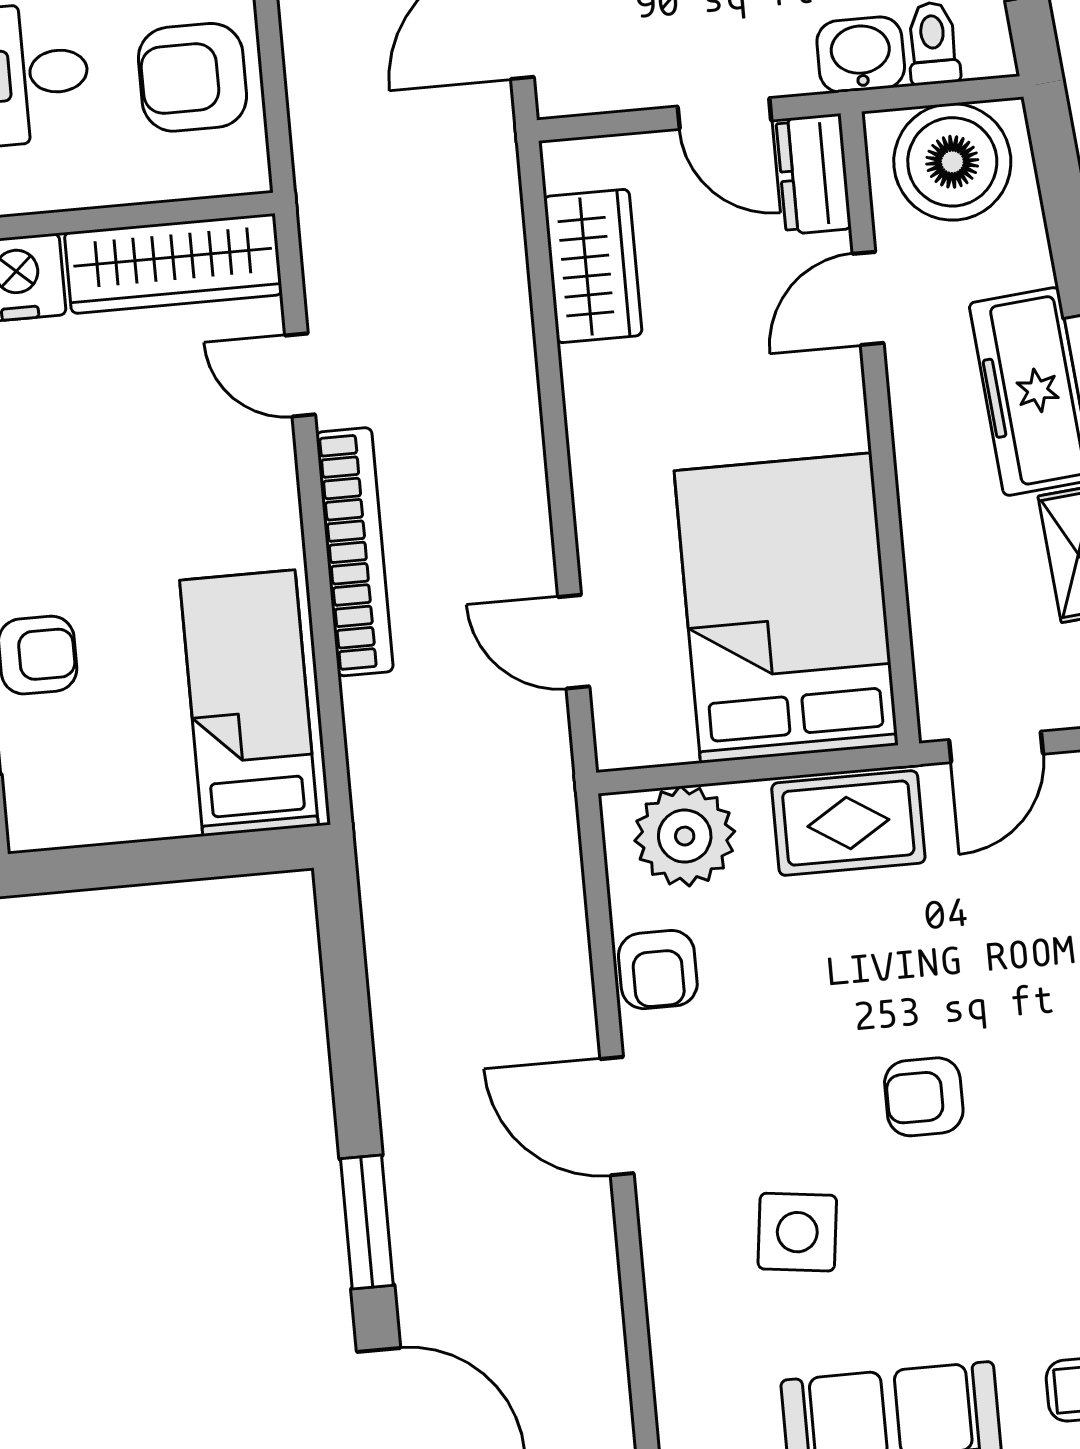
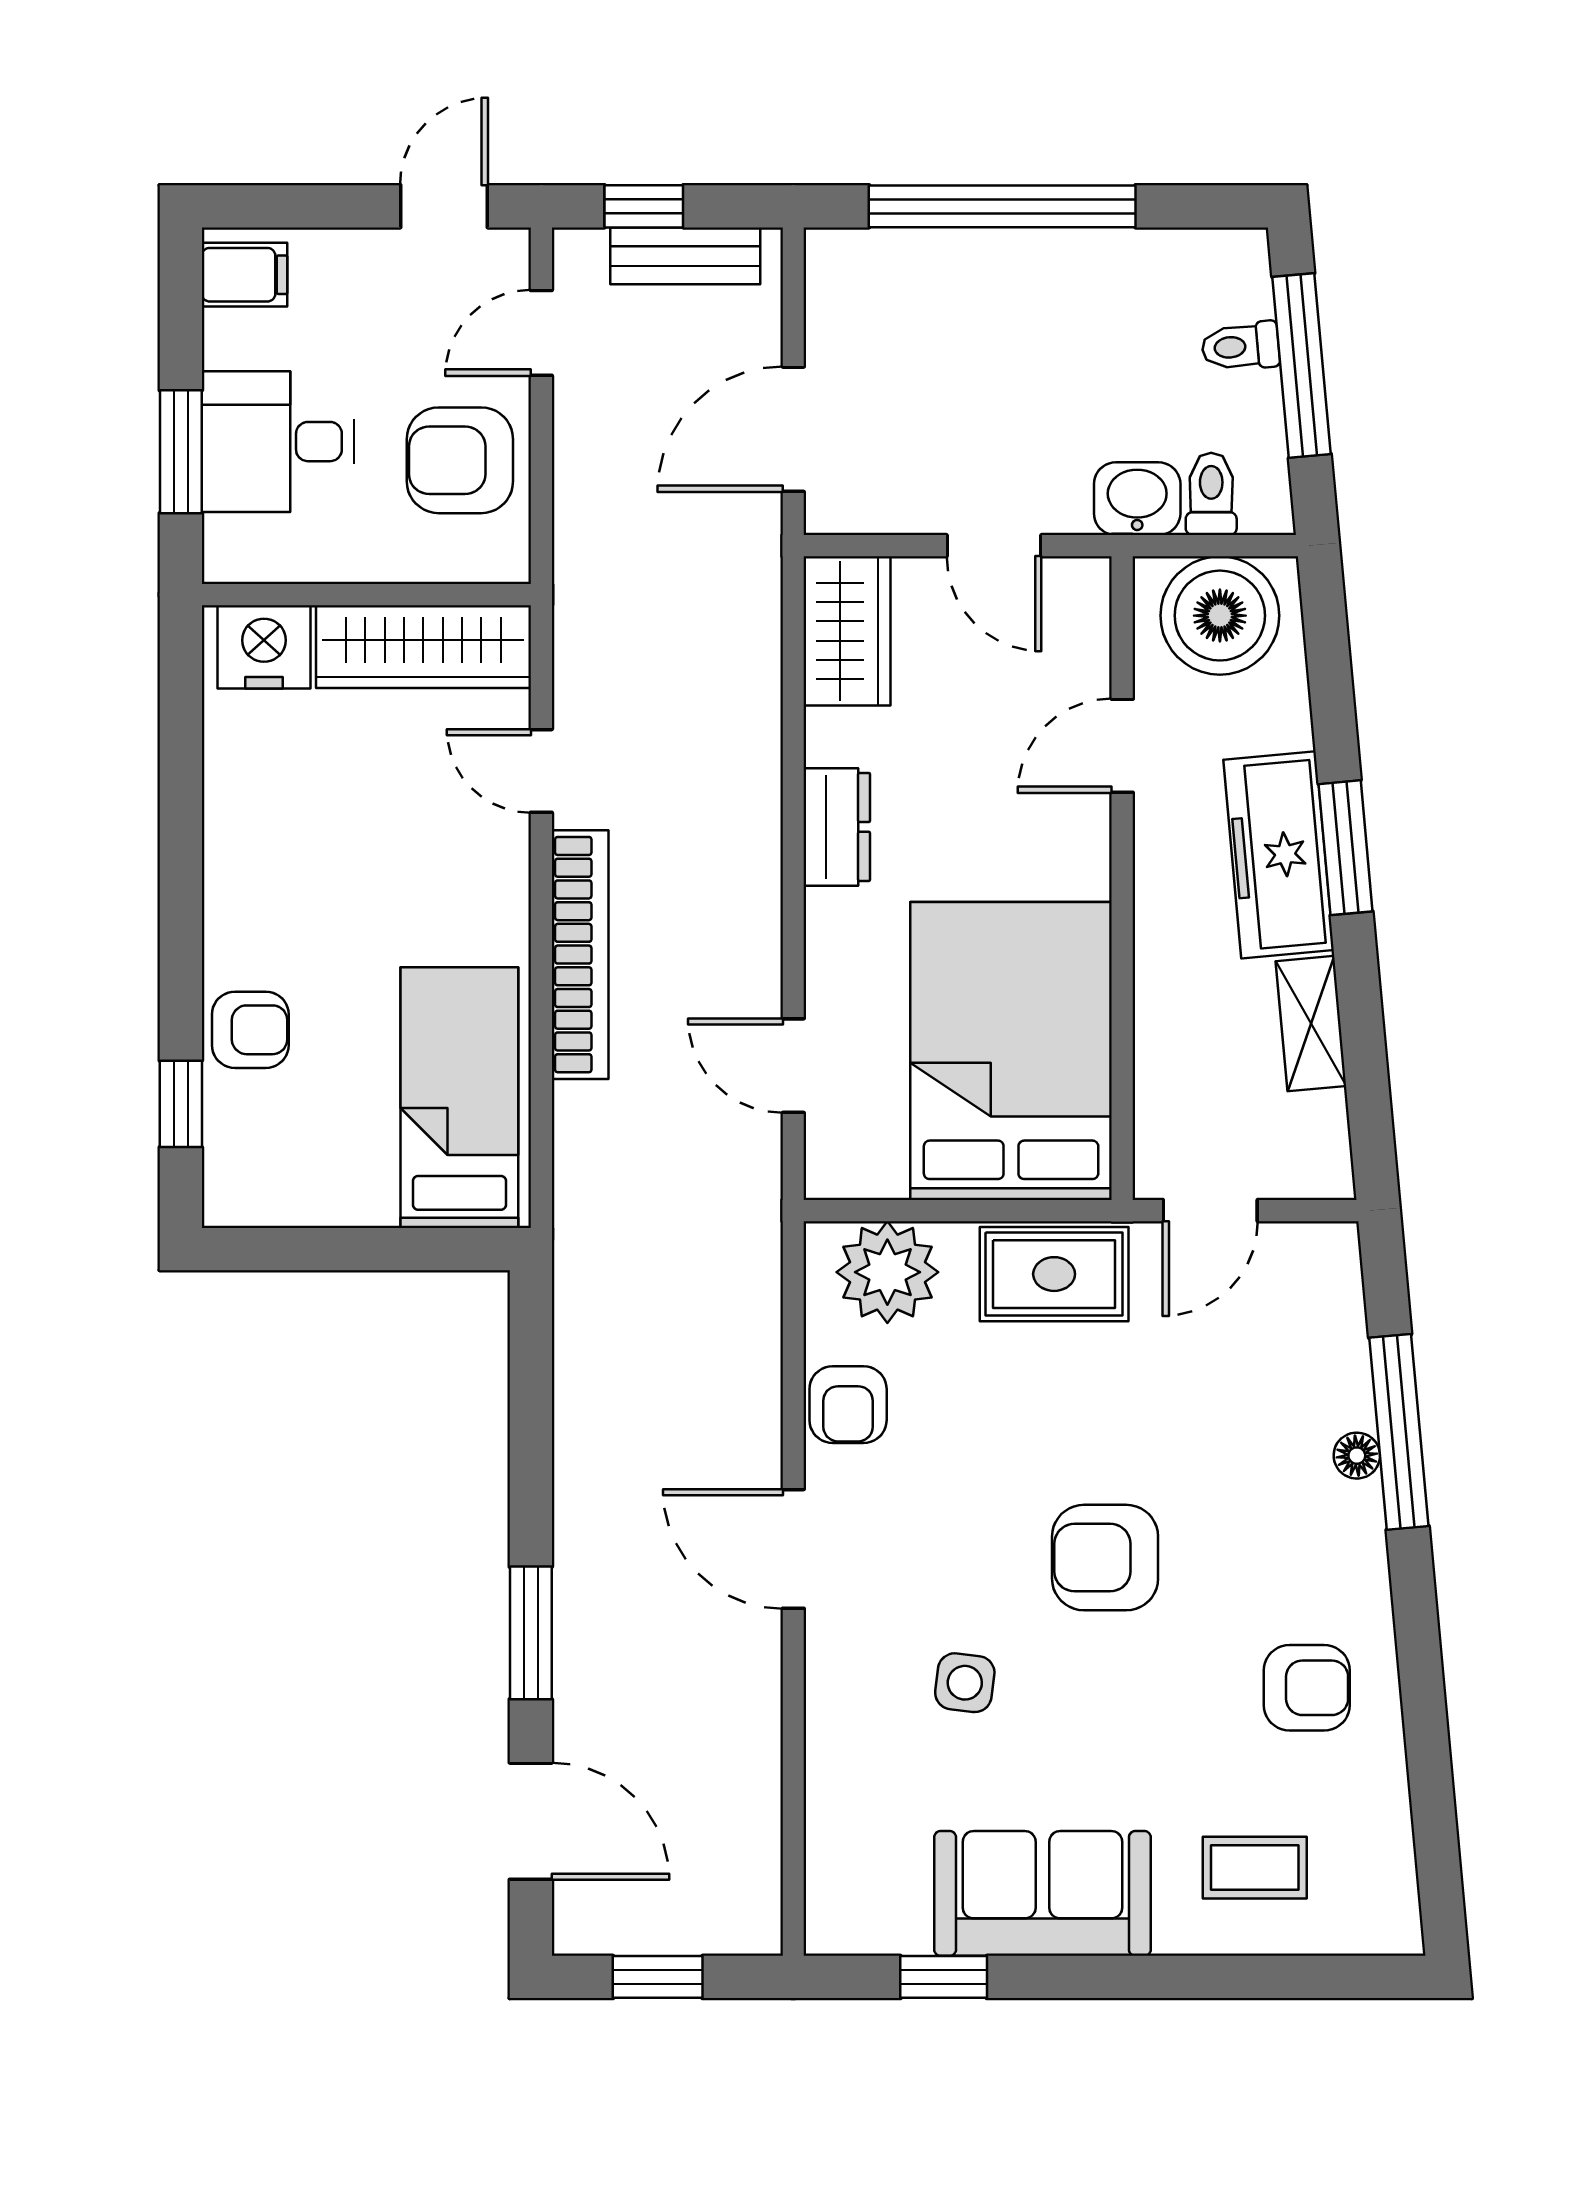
dresser: (814, 174) -> (837, 827), moved, turned 180
wardrobe: (593, 266) -> (847, 631), moved
armchair: (924, 1097) -> (1105, 1558), width x1.38, depth x1.38
side table: (797, 1232) -> (965, 1683), width x0.73, depth x0.73

